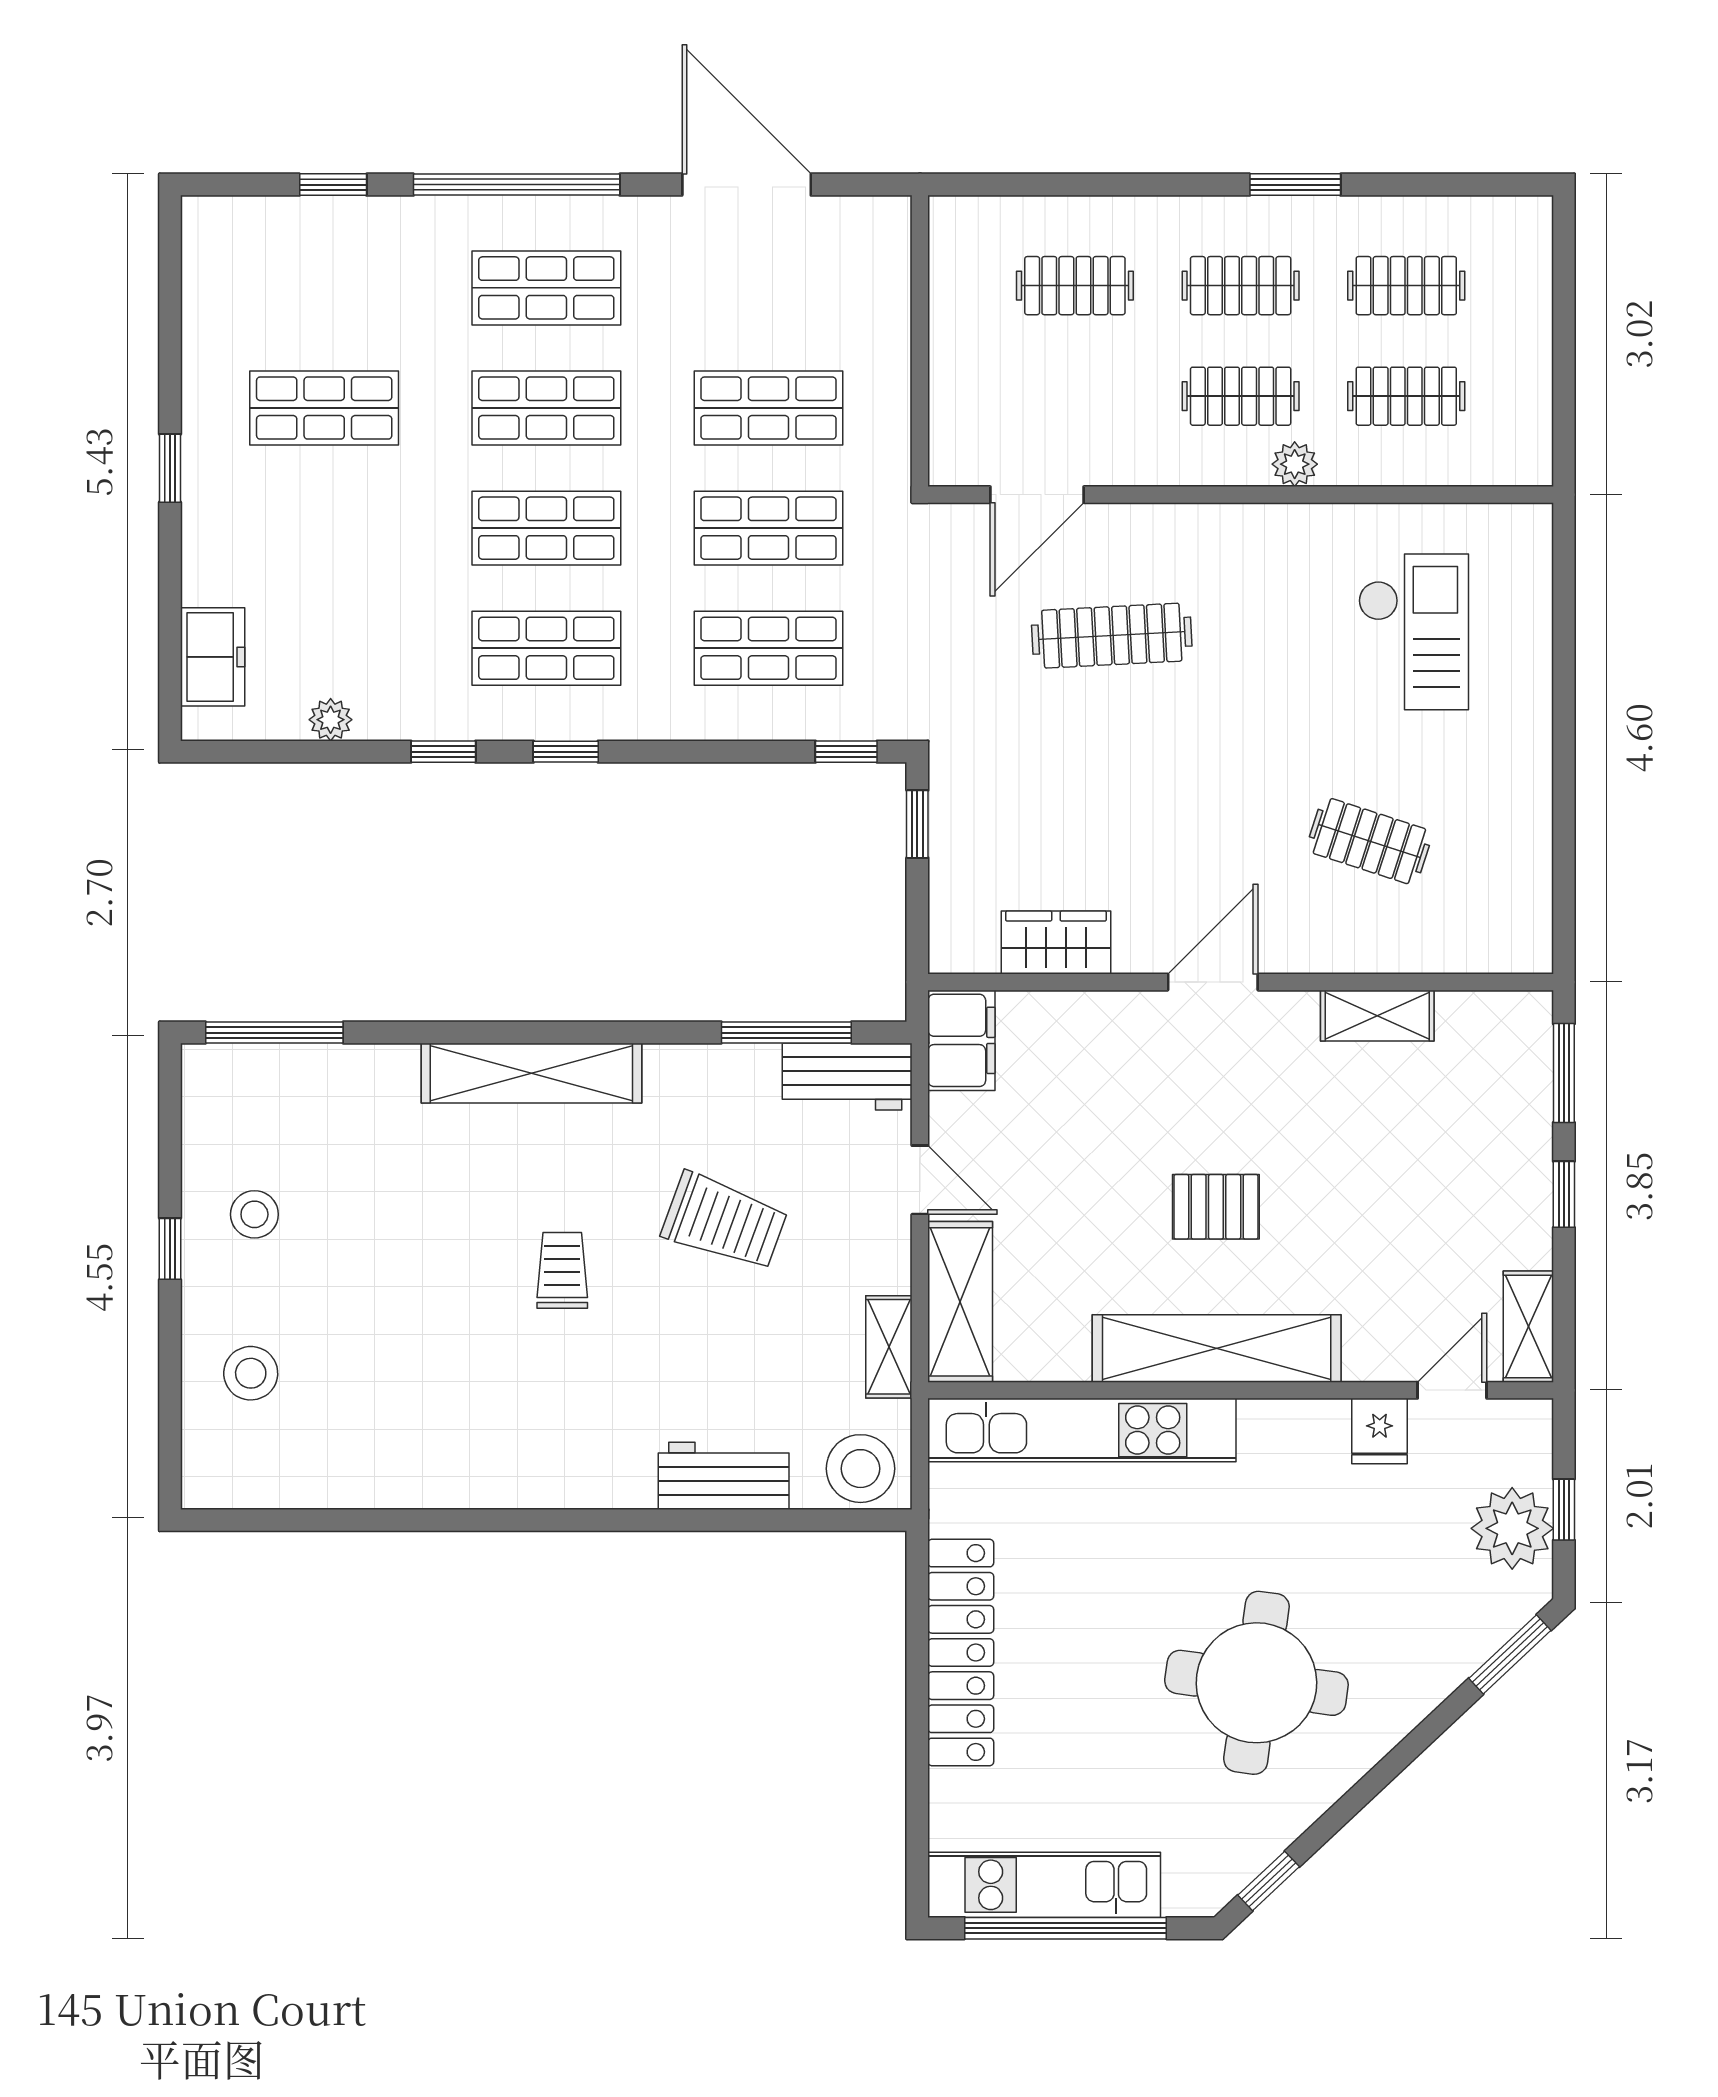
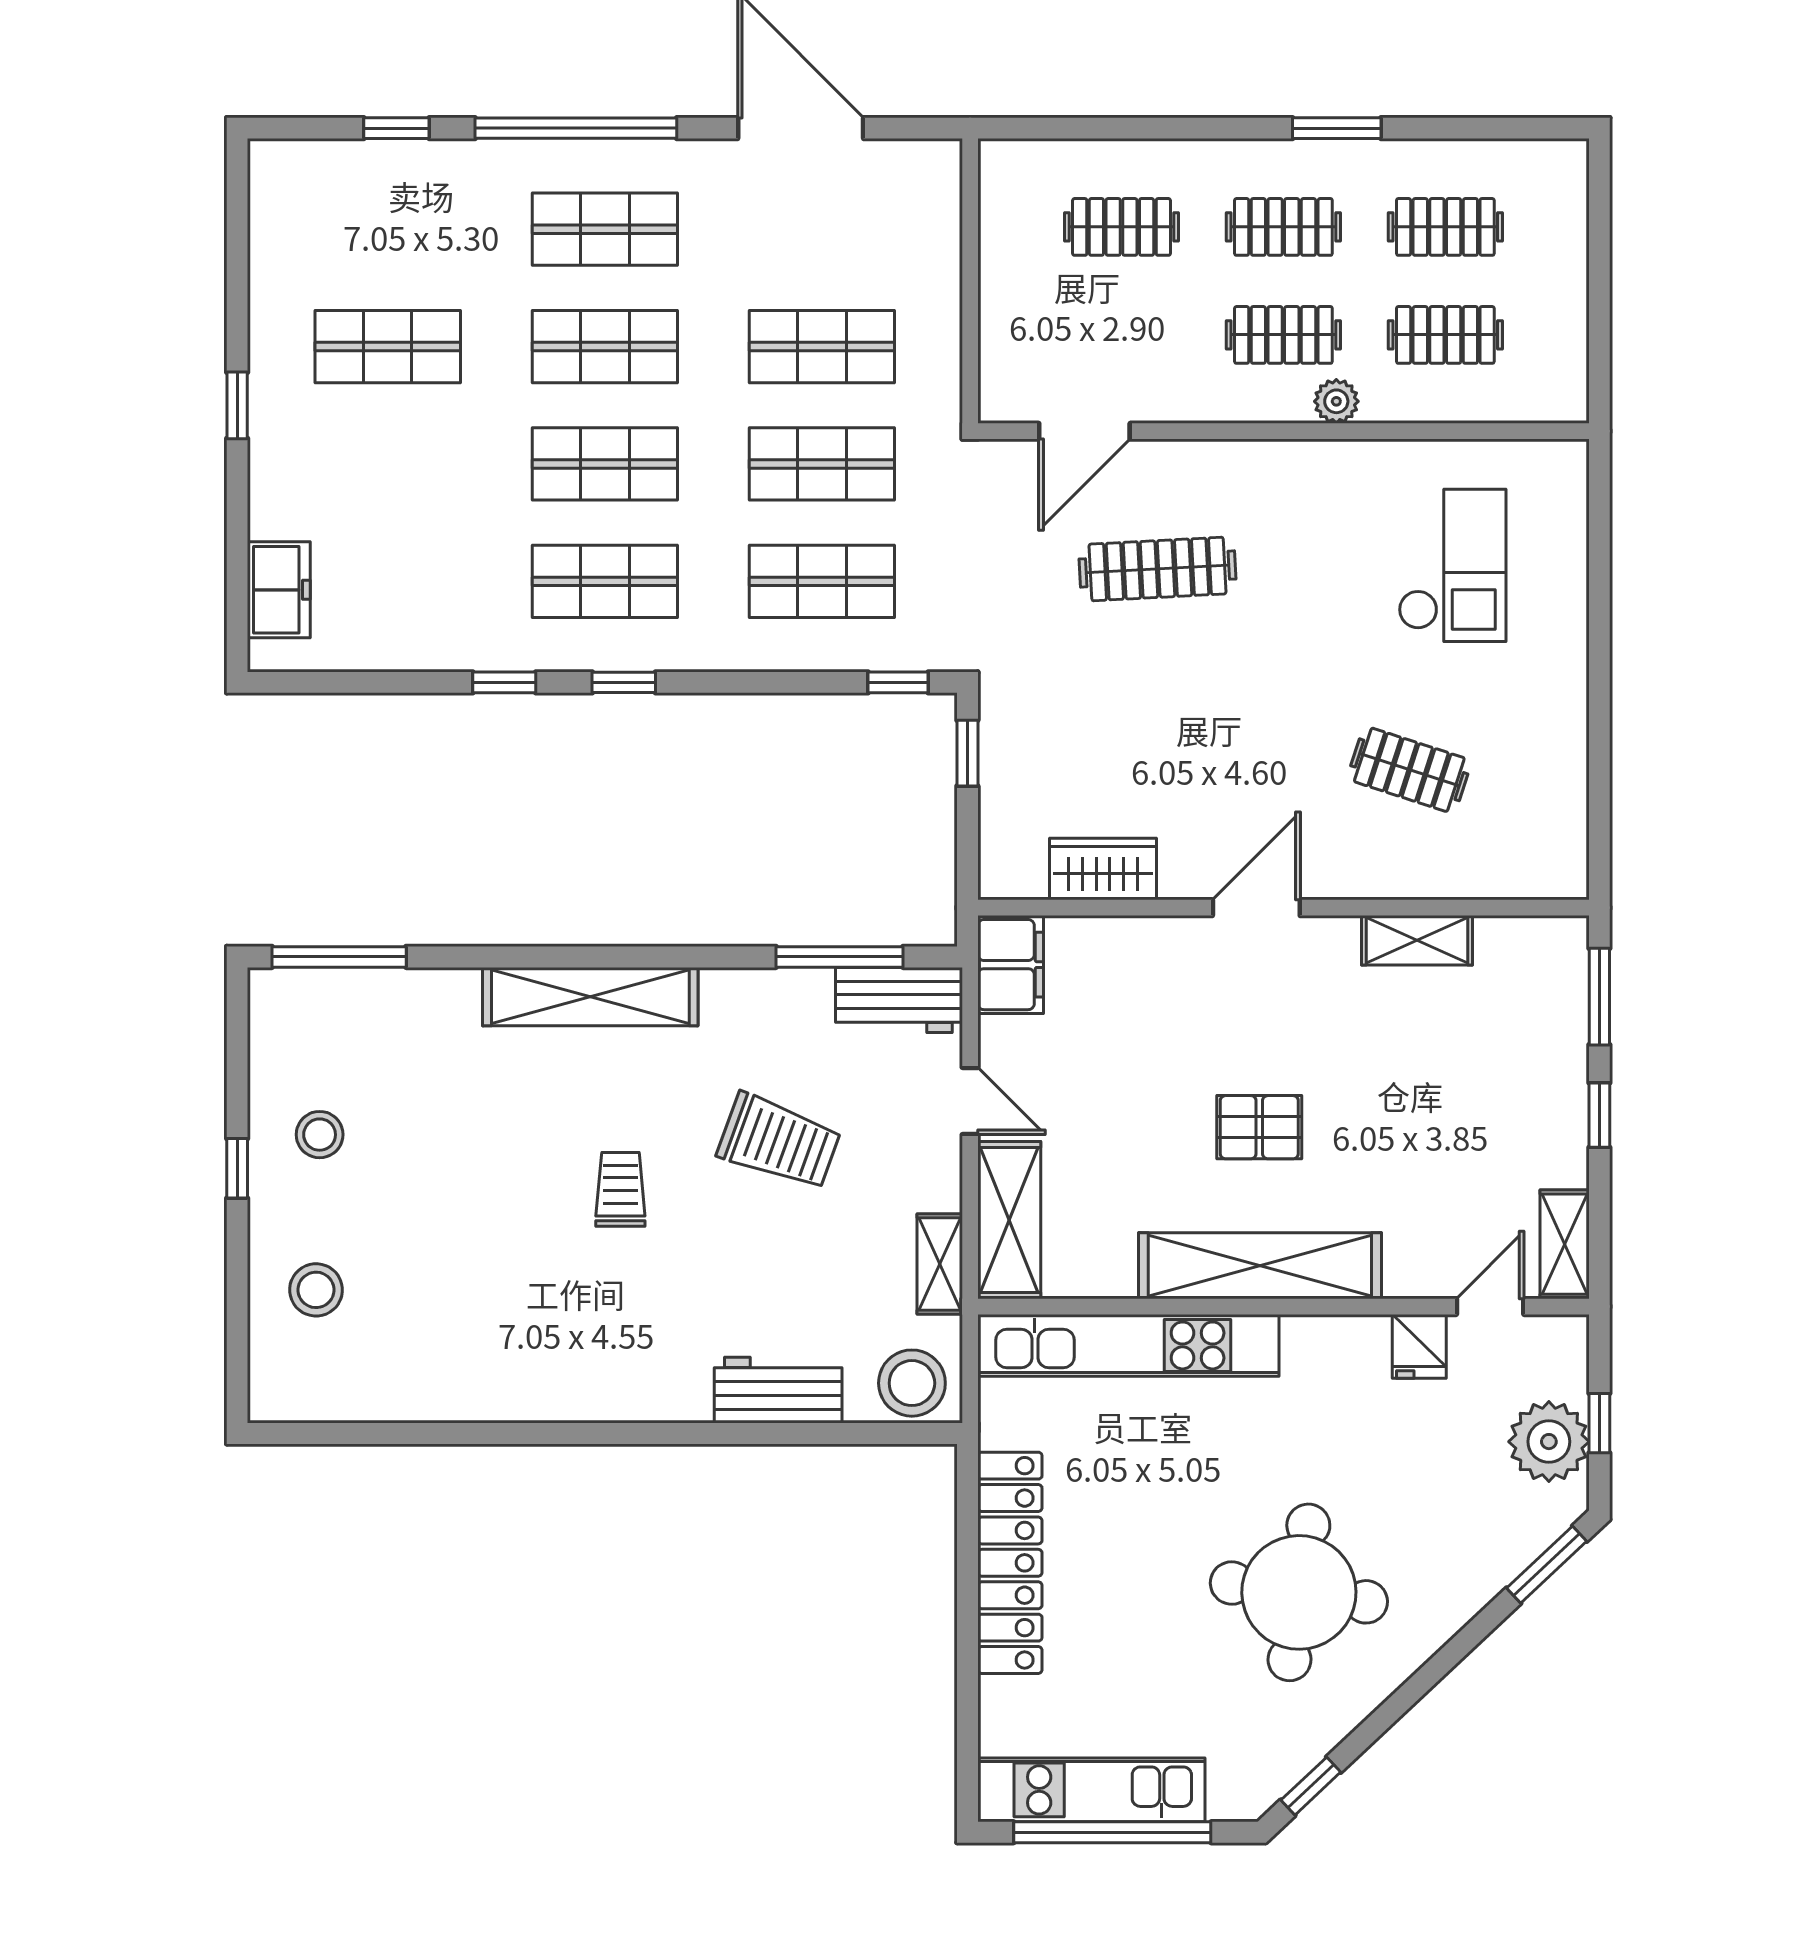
plant: (331, 720) -> (394, 651), removed

